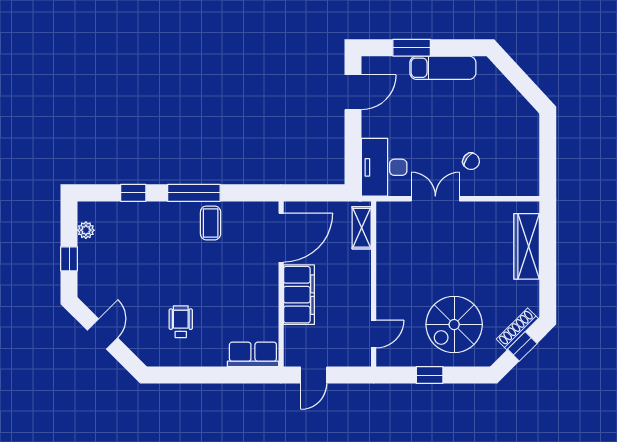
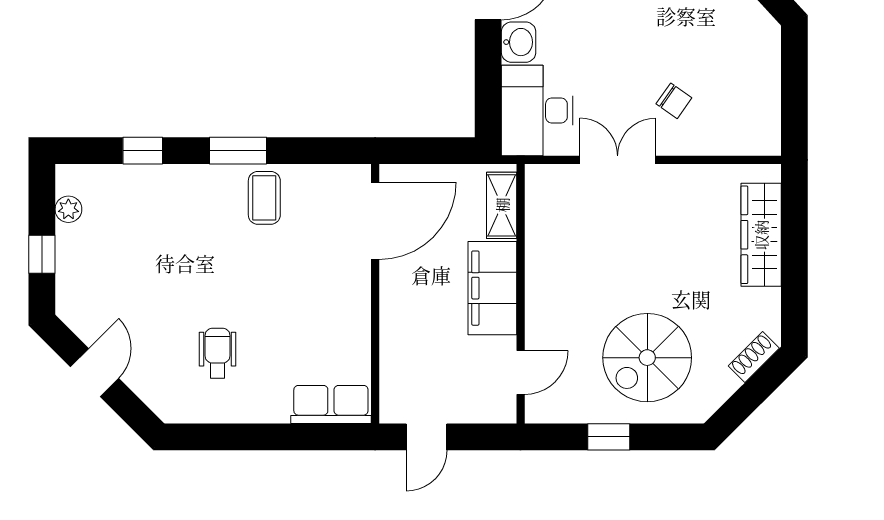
washbasin: (372, 124) -> (519, 42), added
window: (194, 193) -> (238, 151), width x0.69
filing cabinet: (299, 295) -> (492, 288), moved, turned 180
shoe rack: (517, 329) -> (754, 357), width x0.70
window: (522, 346) -> (754, 392), removed

